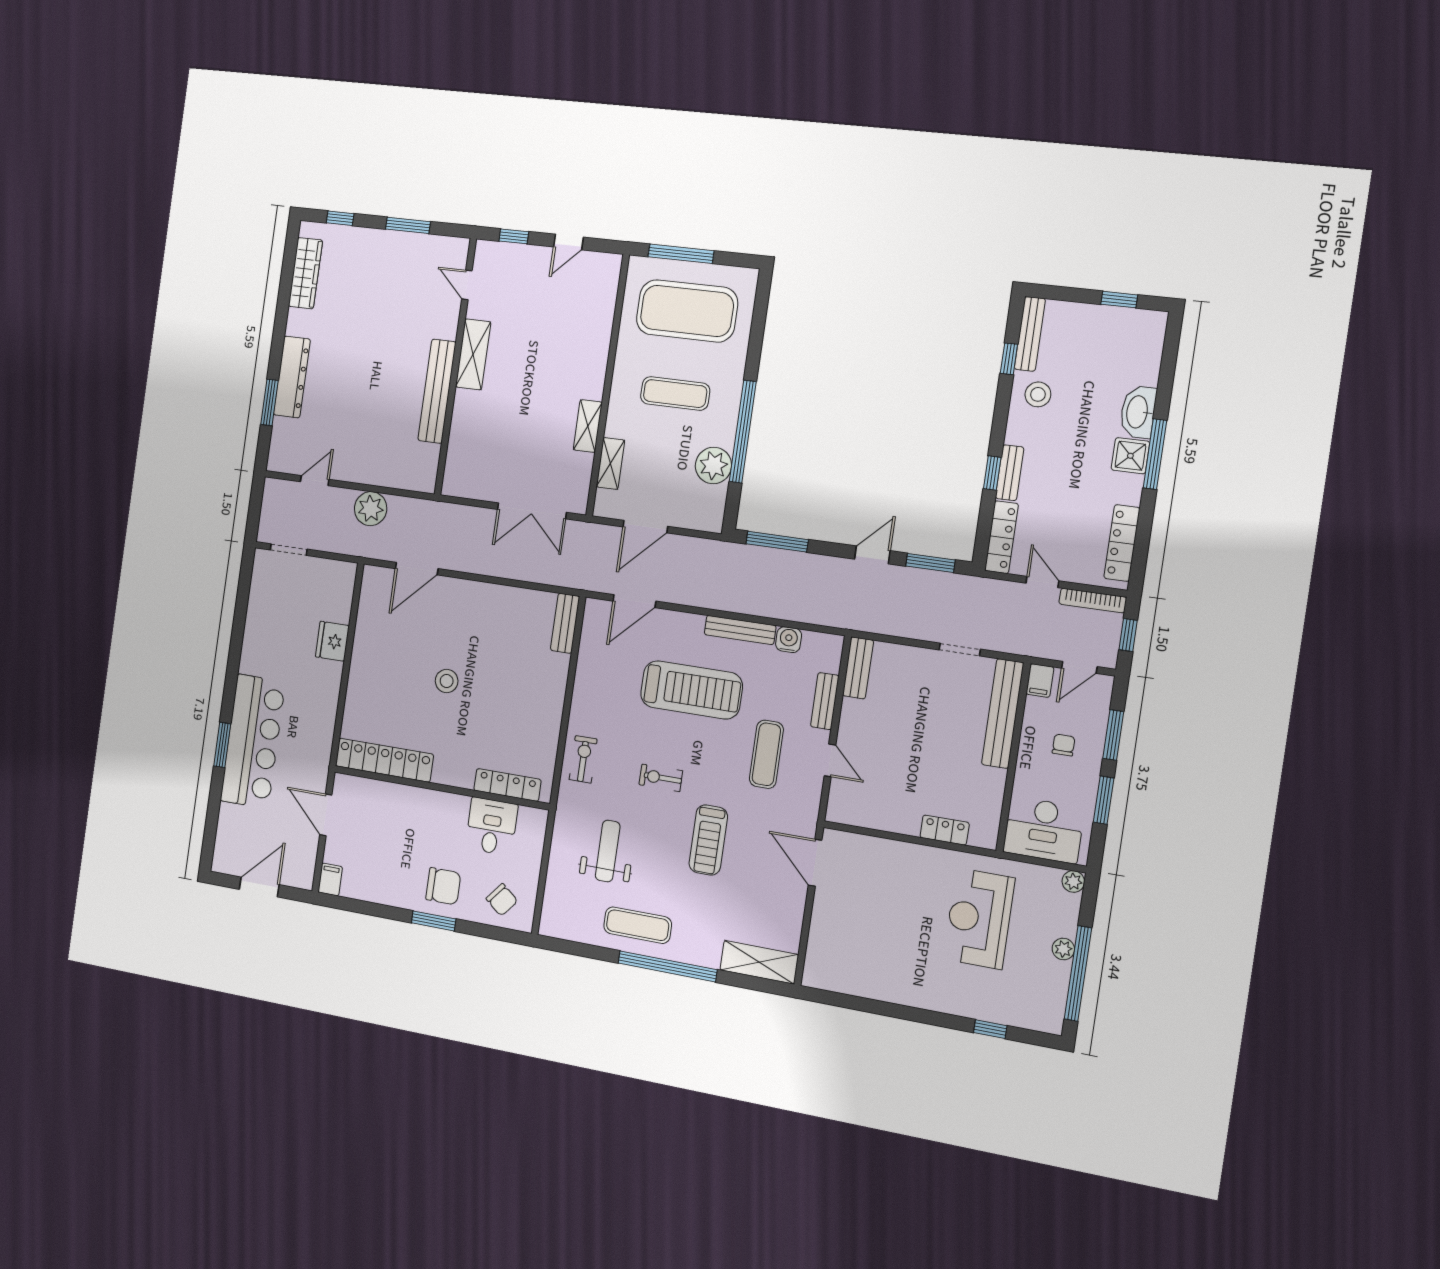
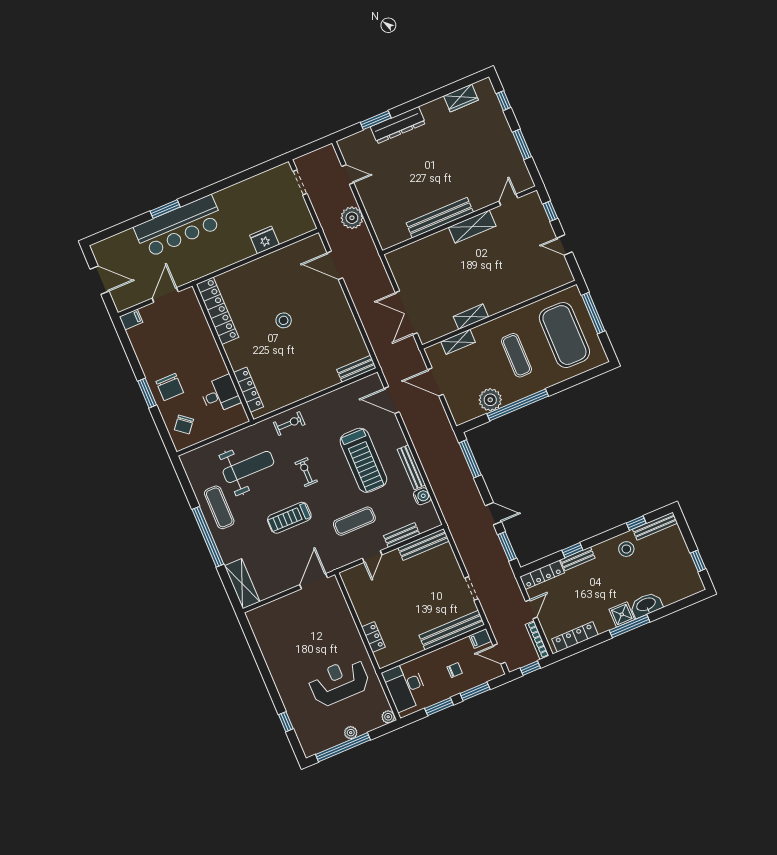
wardrobe: (305, 273) -> (461, 98), width x0.67
bench: (858, 668) -> (424, 544), width x1.36
weight bench: (608, 851) -> (248, 467), width x1.36, depth x1.33

